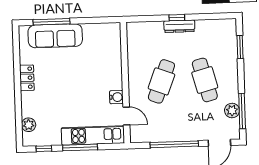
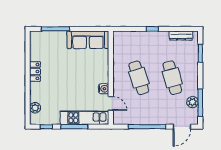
dresser: (179, 26) -> (181, 36), moved
sofa: (55, 36) -> (88, 40), moved
cafe table: (161, 81) -> (139, 78), turned -39

